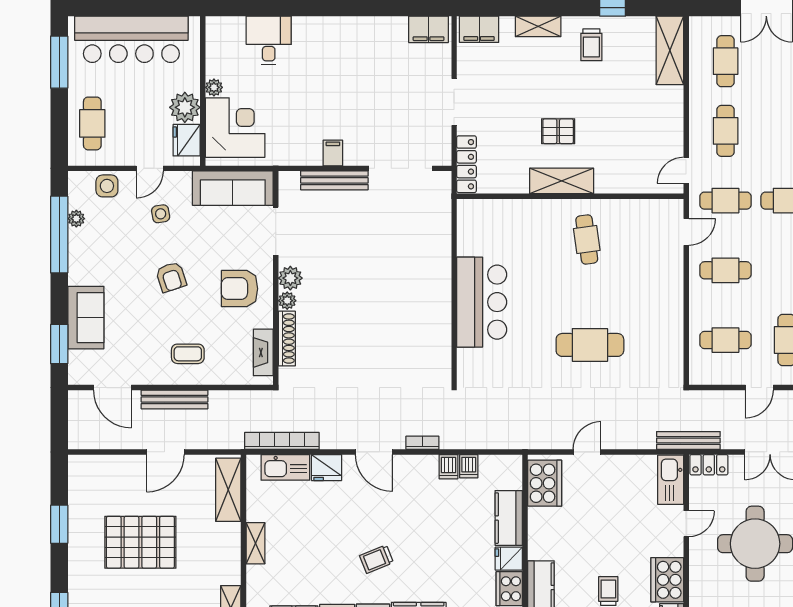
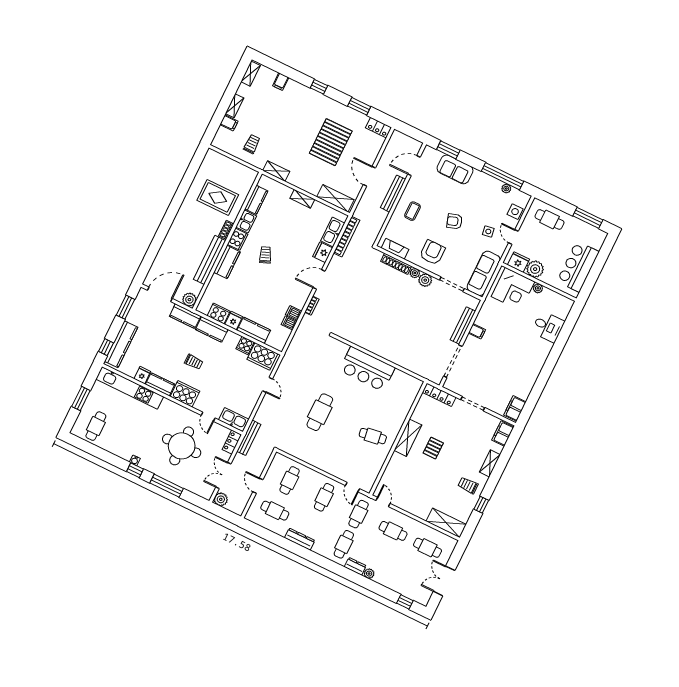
bar counter: (131, 39) -> (578, 267), width x0.73
locker: (79, 476) -> (378, 128), added
cooker: (541, 520) -> (245, 345), added

